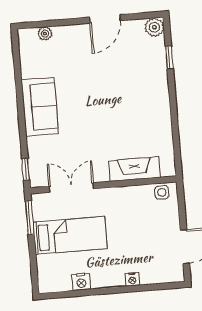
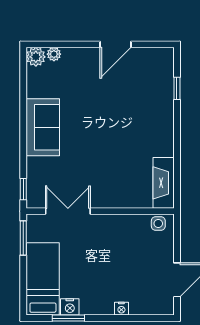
plant: (154, 27) -> (36, 57), moved
fireplace: (135, 169) -> (164, 183), moved, turned -90
bed: (70, 235) -> (43, 279), moved, turned -90
window: (81, 293) -> (68, 318), added

